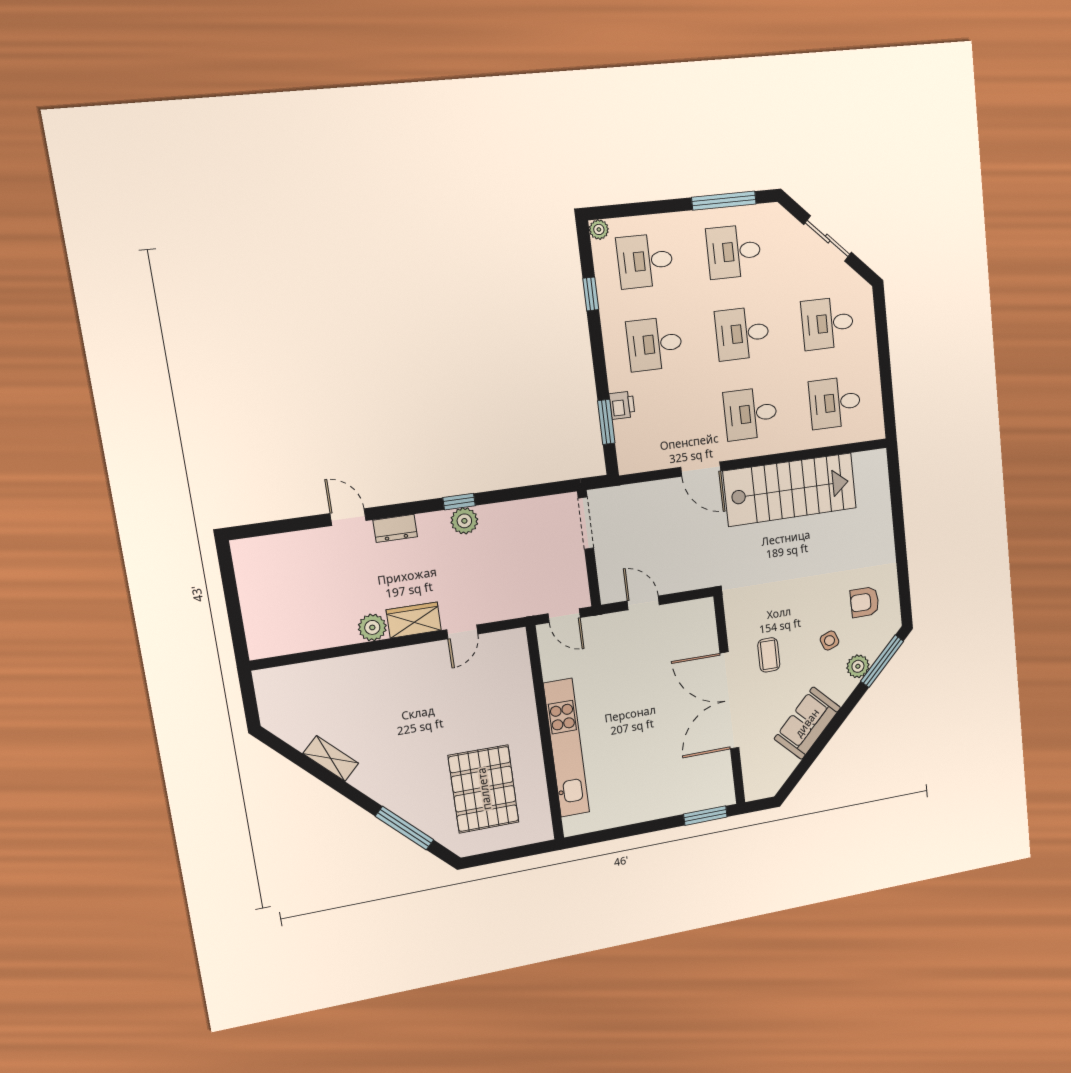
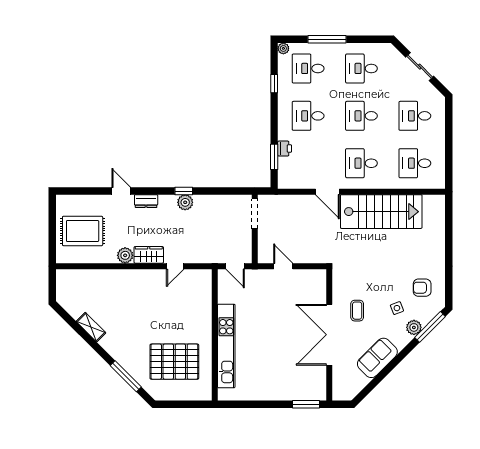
window: (724, 201) -> (327, 39), moved
rug: (289, 597) -> (83, 231), added
pallet: (484, 789) -> (174, 362), turned 90

